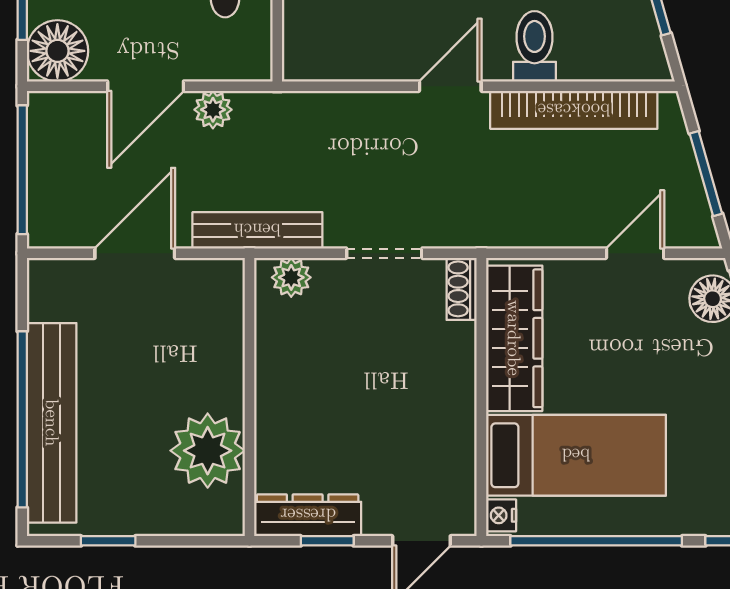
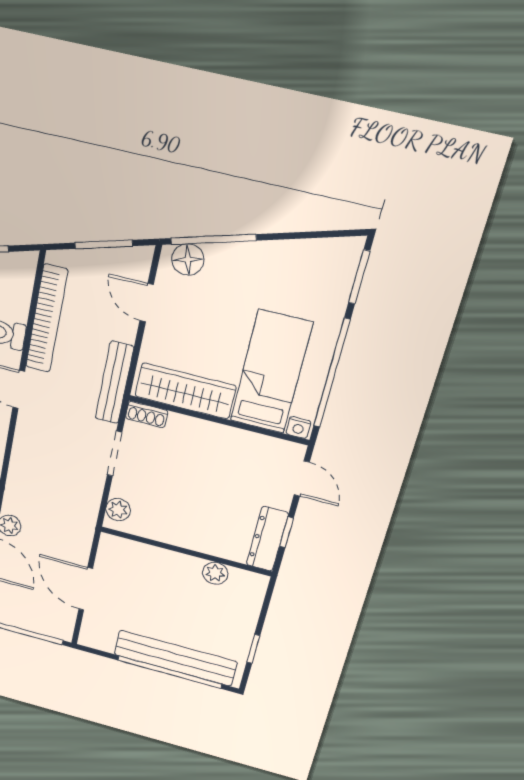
bench: (257, 230) -> (114, 383), moved
plant: (208, 451) -> (215, 573), width x0.53, depth x0.53

